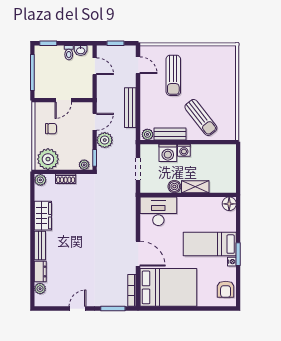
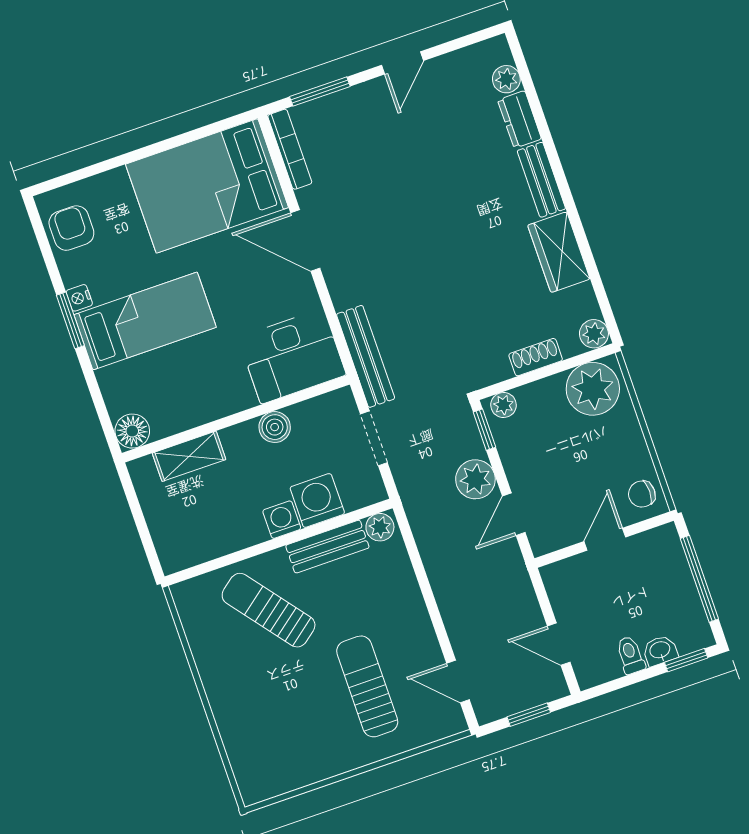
washbasin: (81, 50) -> (660, 650), moved
bench: (130, 108) -> (366, 356), moved
chair: (51, 129) -> (642, 494), moved
shelving: (195, 187) -> (189, 456), moved

